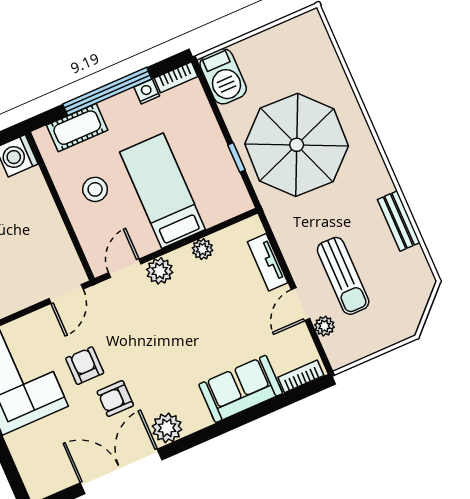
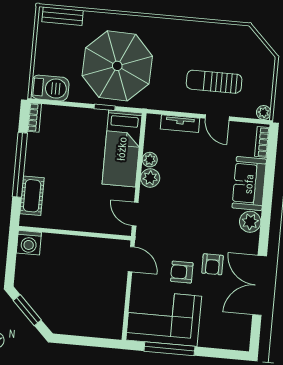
nightstand: (147, 91) -> (33, 140), removed
stool: (95, 189) -> (76, 206), removed
bed: (163, 191) -> (122, 149), moved, turned -90
bench: (399, 221) -> (63, 16), moved
plant: (160, 271) -> (150, 178), moved
sun lounger: (343, 276) -> (214, 82), turned 180
plant: (324, 326) -> (264, 113), moved
plant: (167, 428) -> (250, 222), moved

